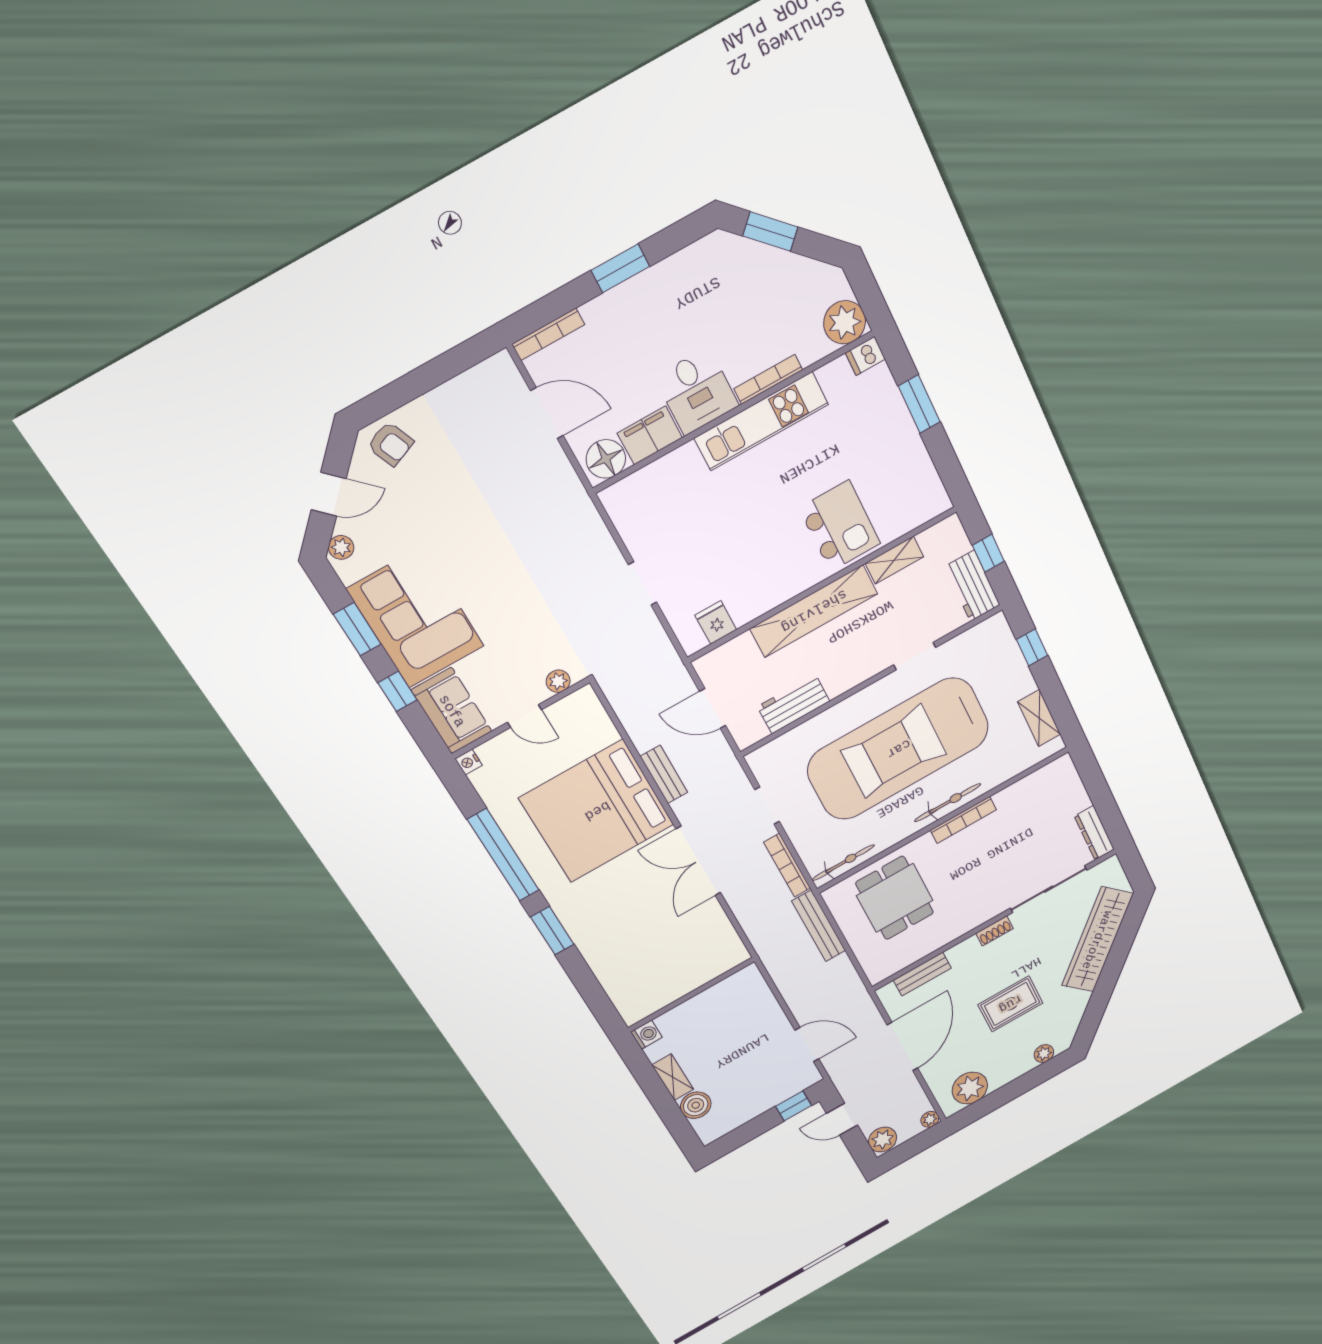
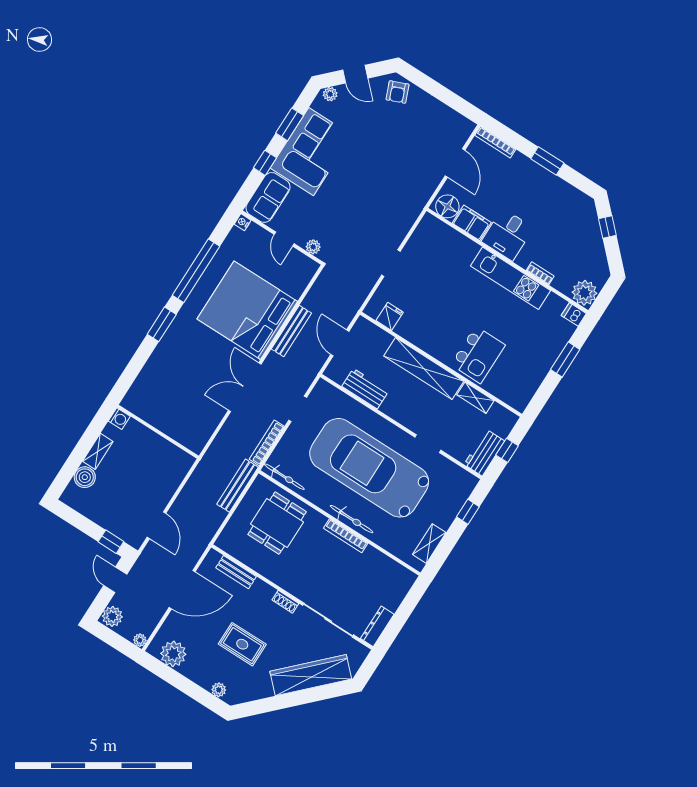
window: (770, 231) -> (607, 227), width x0.67
bookcase: (768, 379) -> (540, 273), width x0.64
bench: (664, 774) -> (291, 331), width x1.36

